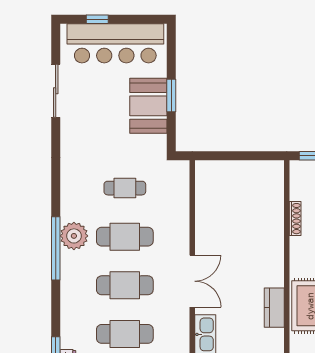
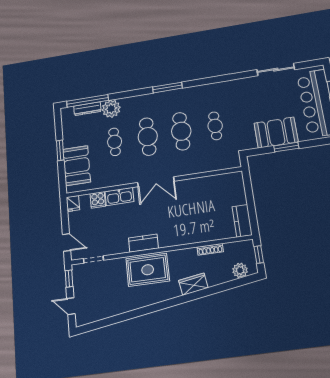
kitchen counter: (263, 171) -> (242, 221), added
plant: (74, 236) -> (111, 109), moved
window: (56, 248) -> (167, 88), width x0.68
cafe table: (125, 334) -> (115, 142), width x0.73, depth x0.74

